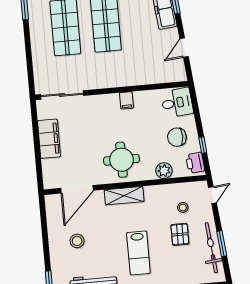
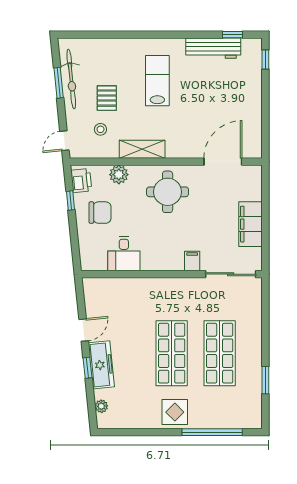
door: (184, 48) -> (84, 330), moved
filing cabinet: (126, 100) -> (192, 261), moved
desk: (177, 103) -> (124, 254), moved, turned -84
shelving: (124, 196) -> (142, 149), moved
stool: (77, 241) -> (228, 101), removed

